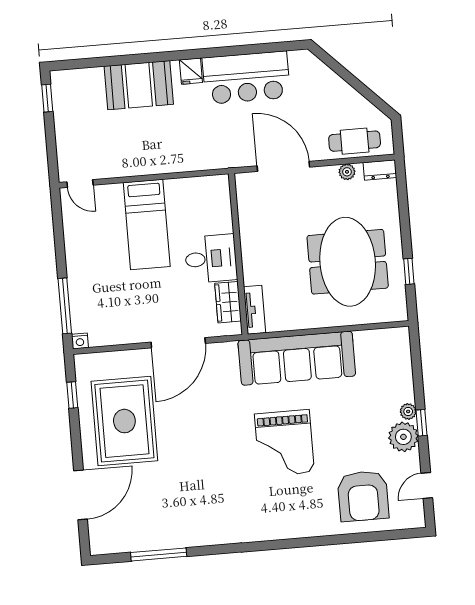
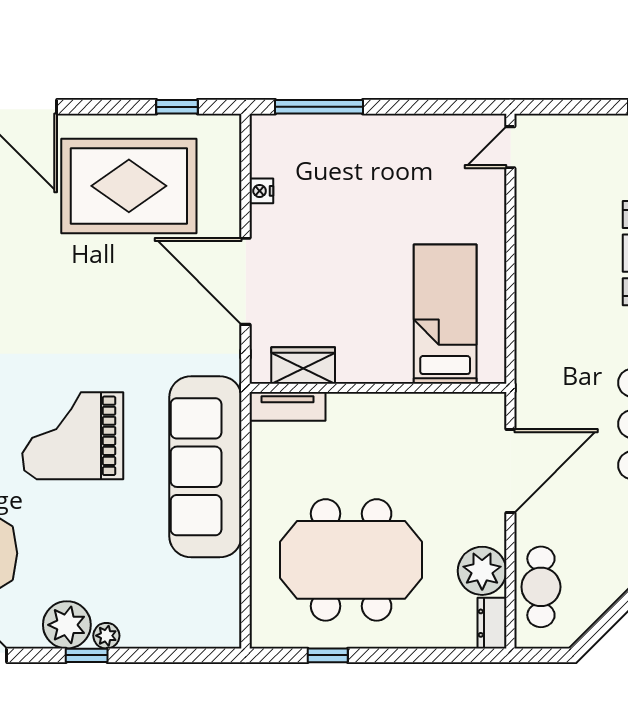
plant: (347, 172) -> (482, 571), width x1.88, depth x1.88
bed: (147, 225) -> (445, 314), moved, turned 90
desk: (211, 259) -> (374, 344), removed
nightstand: (80, 341) -> (261, 191), moved

